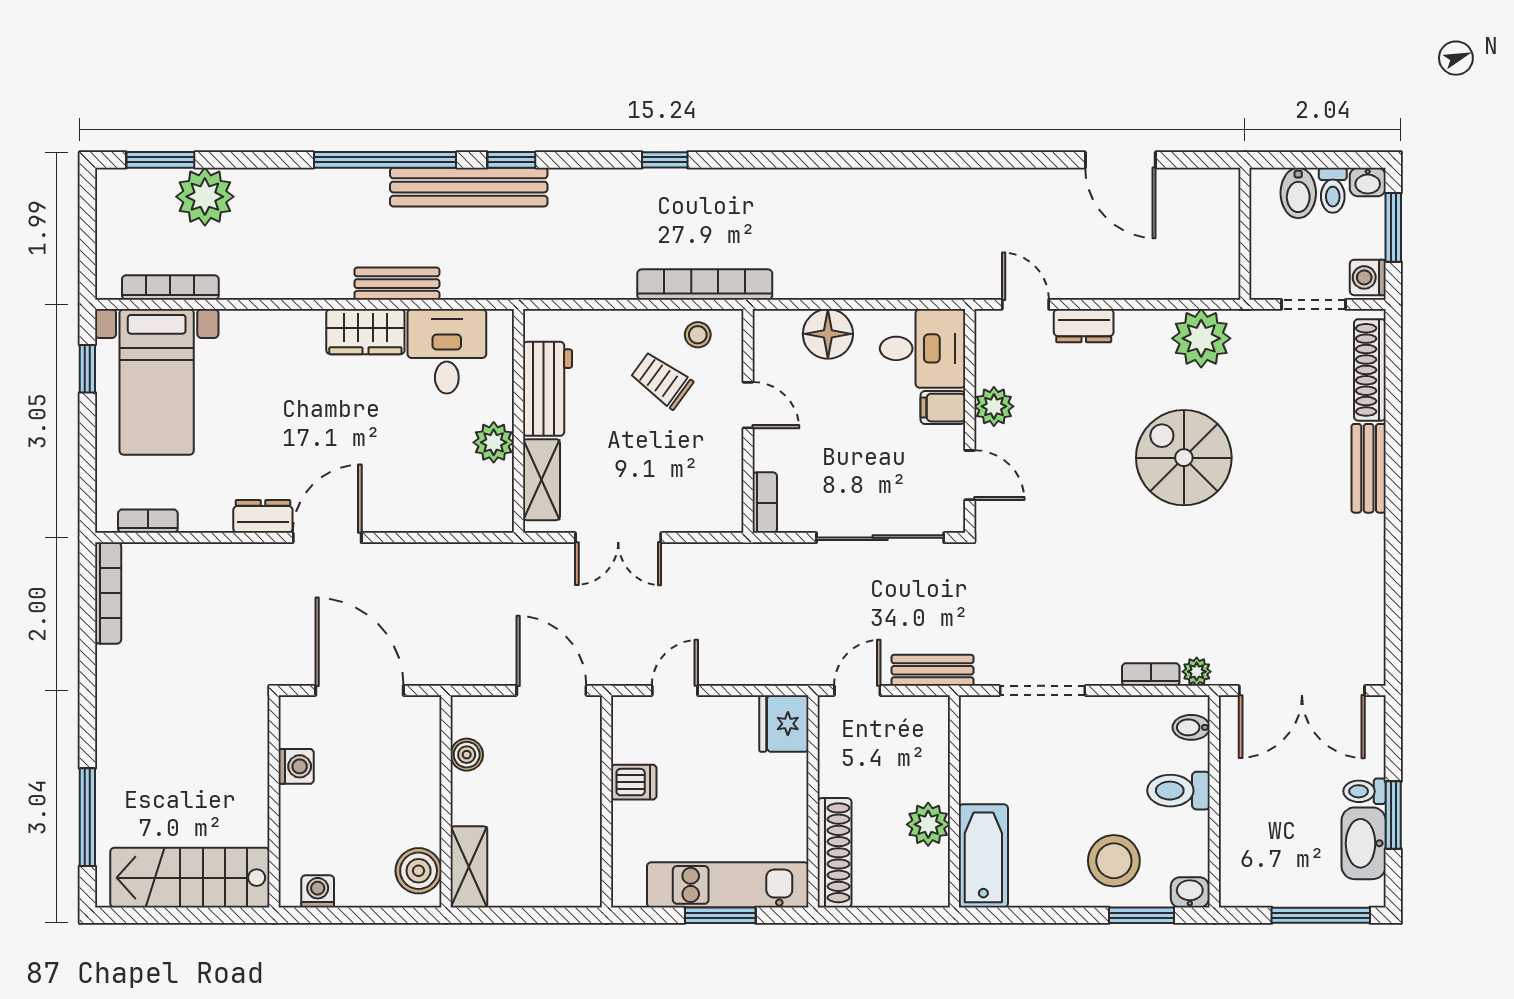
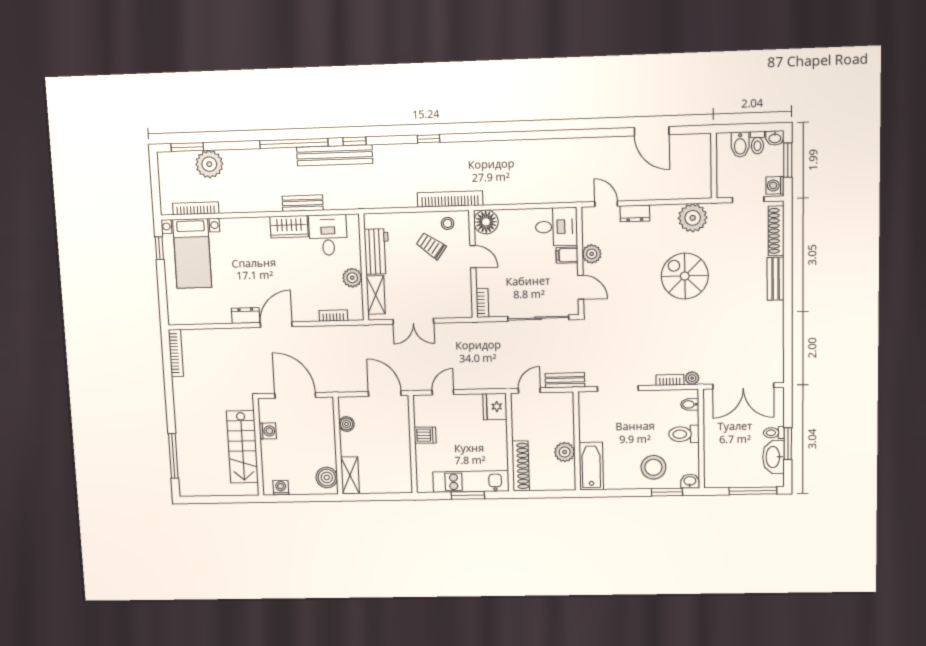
floor lamp: (828, 334) -> (486, 222), moved
bookcase: (148, 521) -> (333, 316), moved
stairs: (190, 878) -> (242, 447), moved, turned -90

